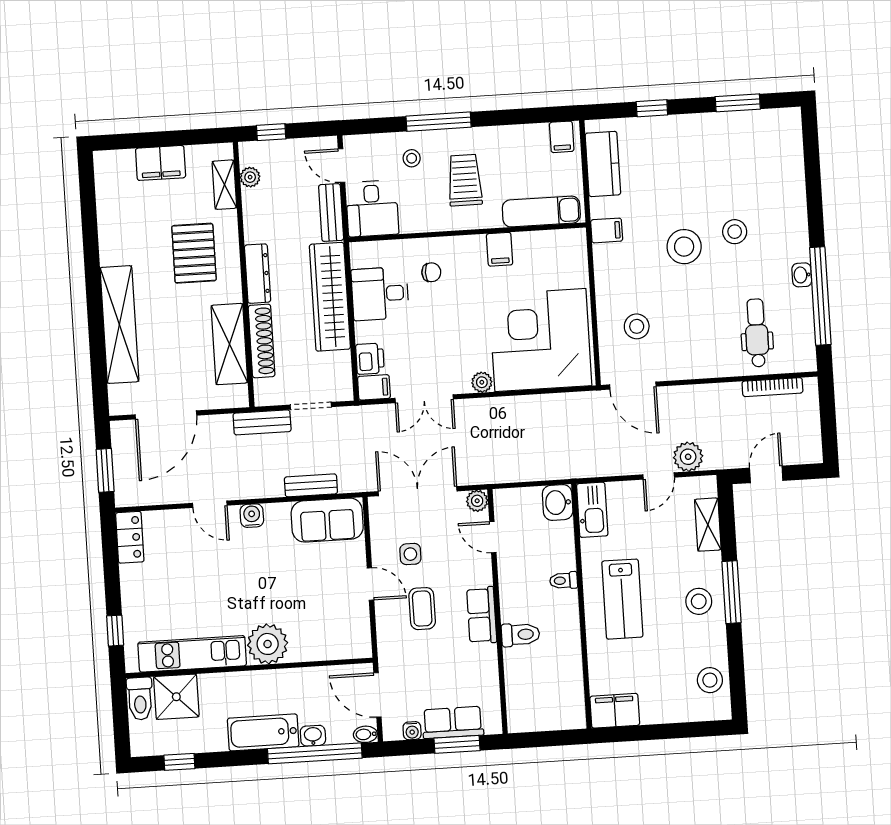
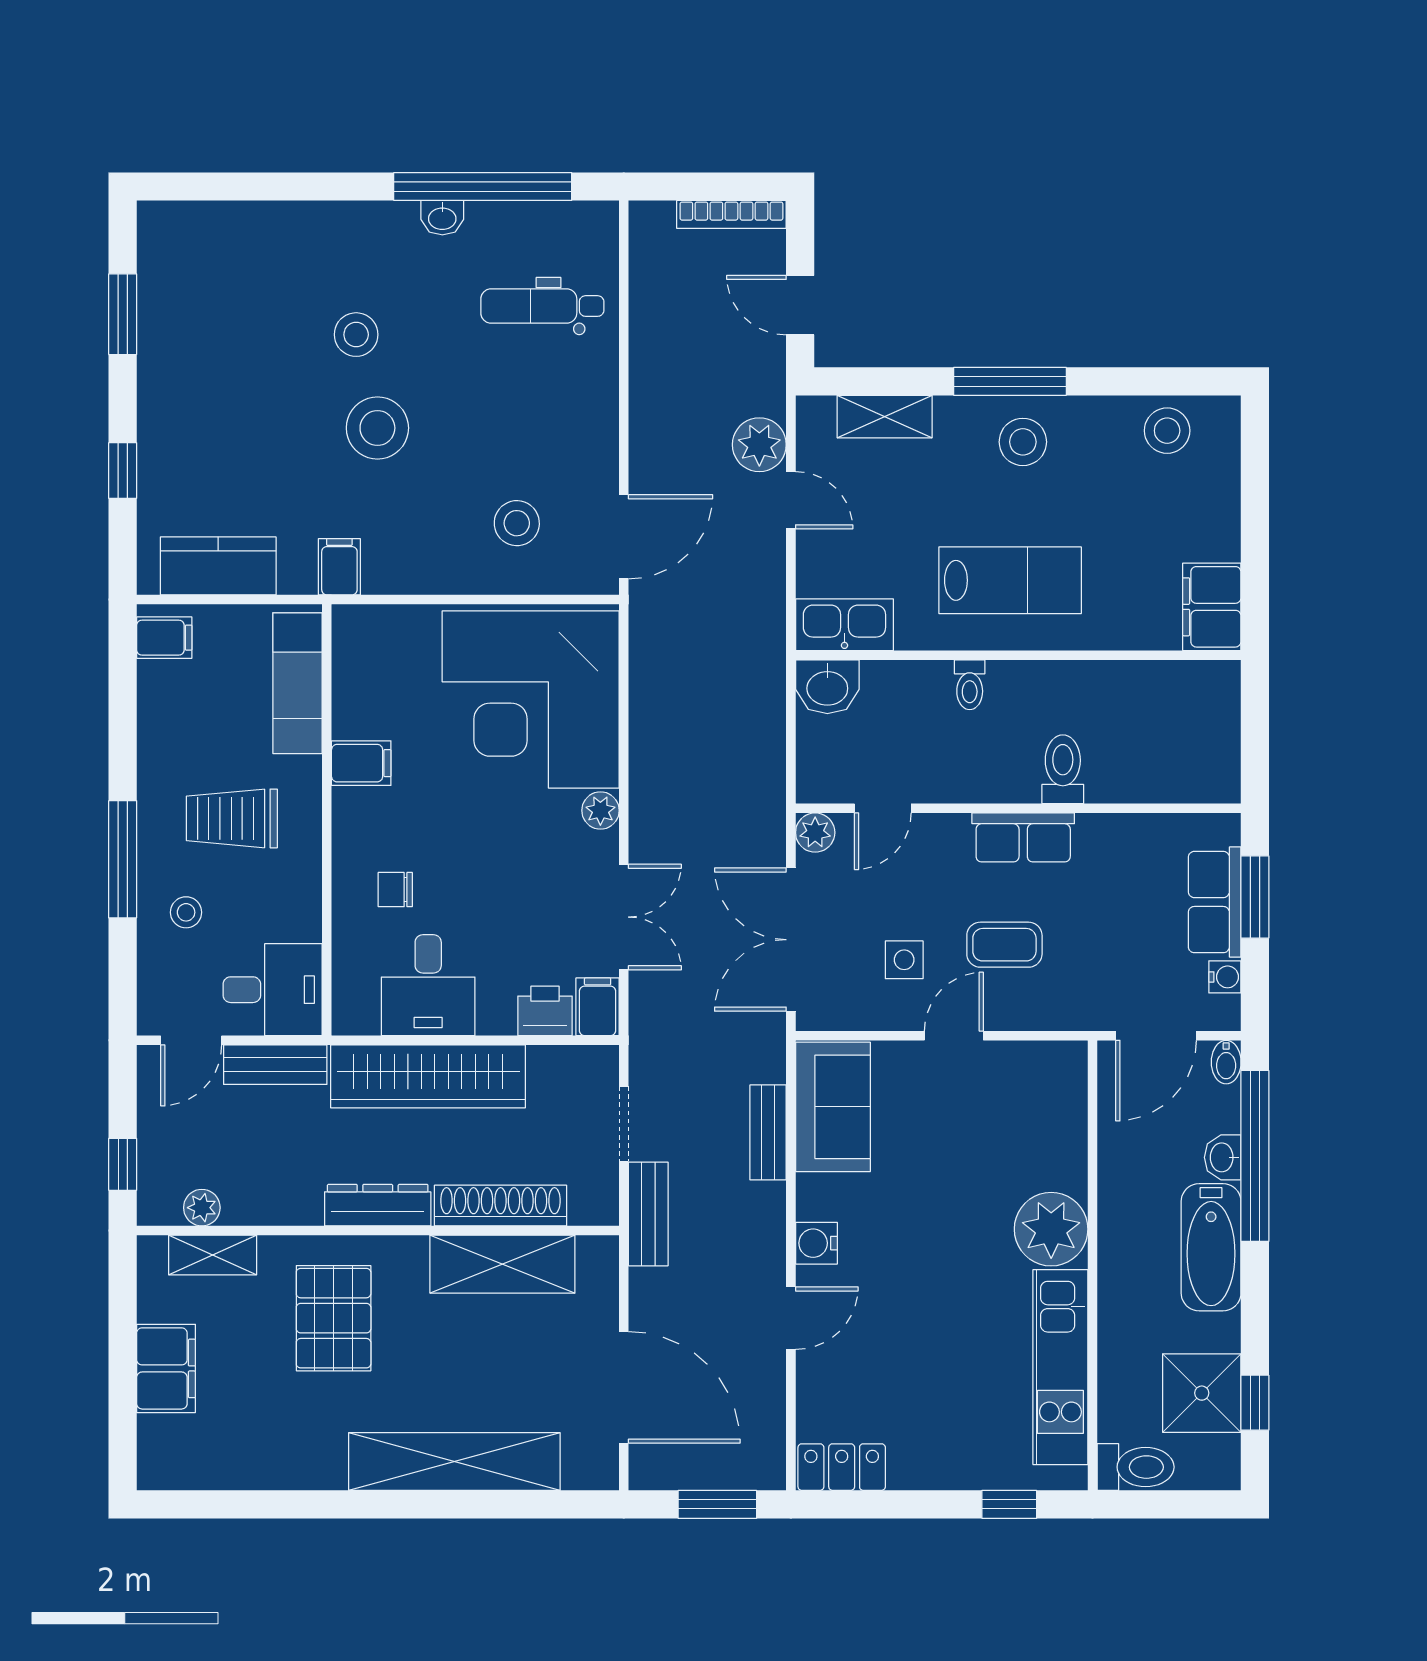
pallet: (194, 253) -> (334, 1318), turned 90
chair: (431, 272) -> (395, 890), turned -90
bookcase: (772, 387) -> (731, 214), moved, turned 90
shower: (176, 697) -> (1202, 1393), moved

